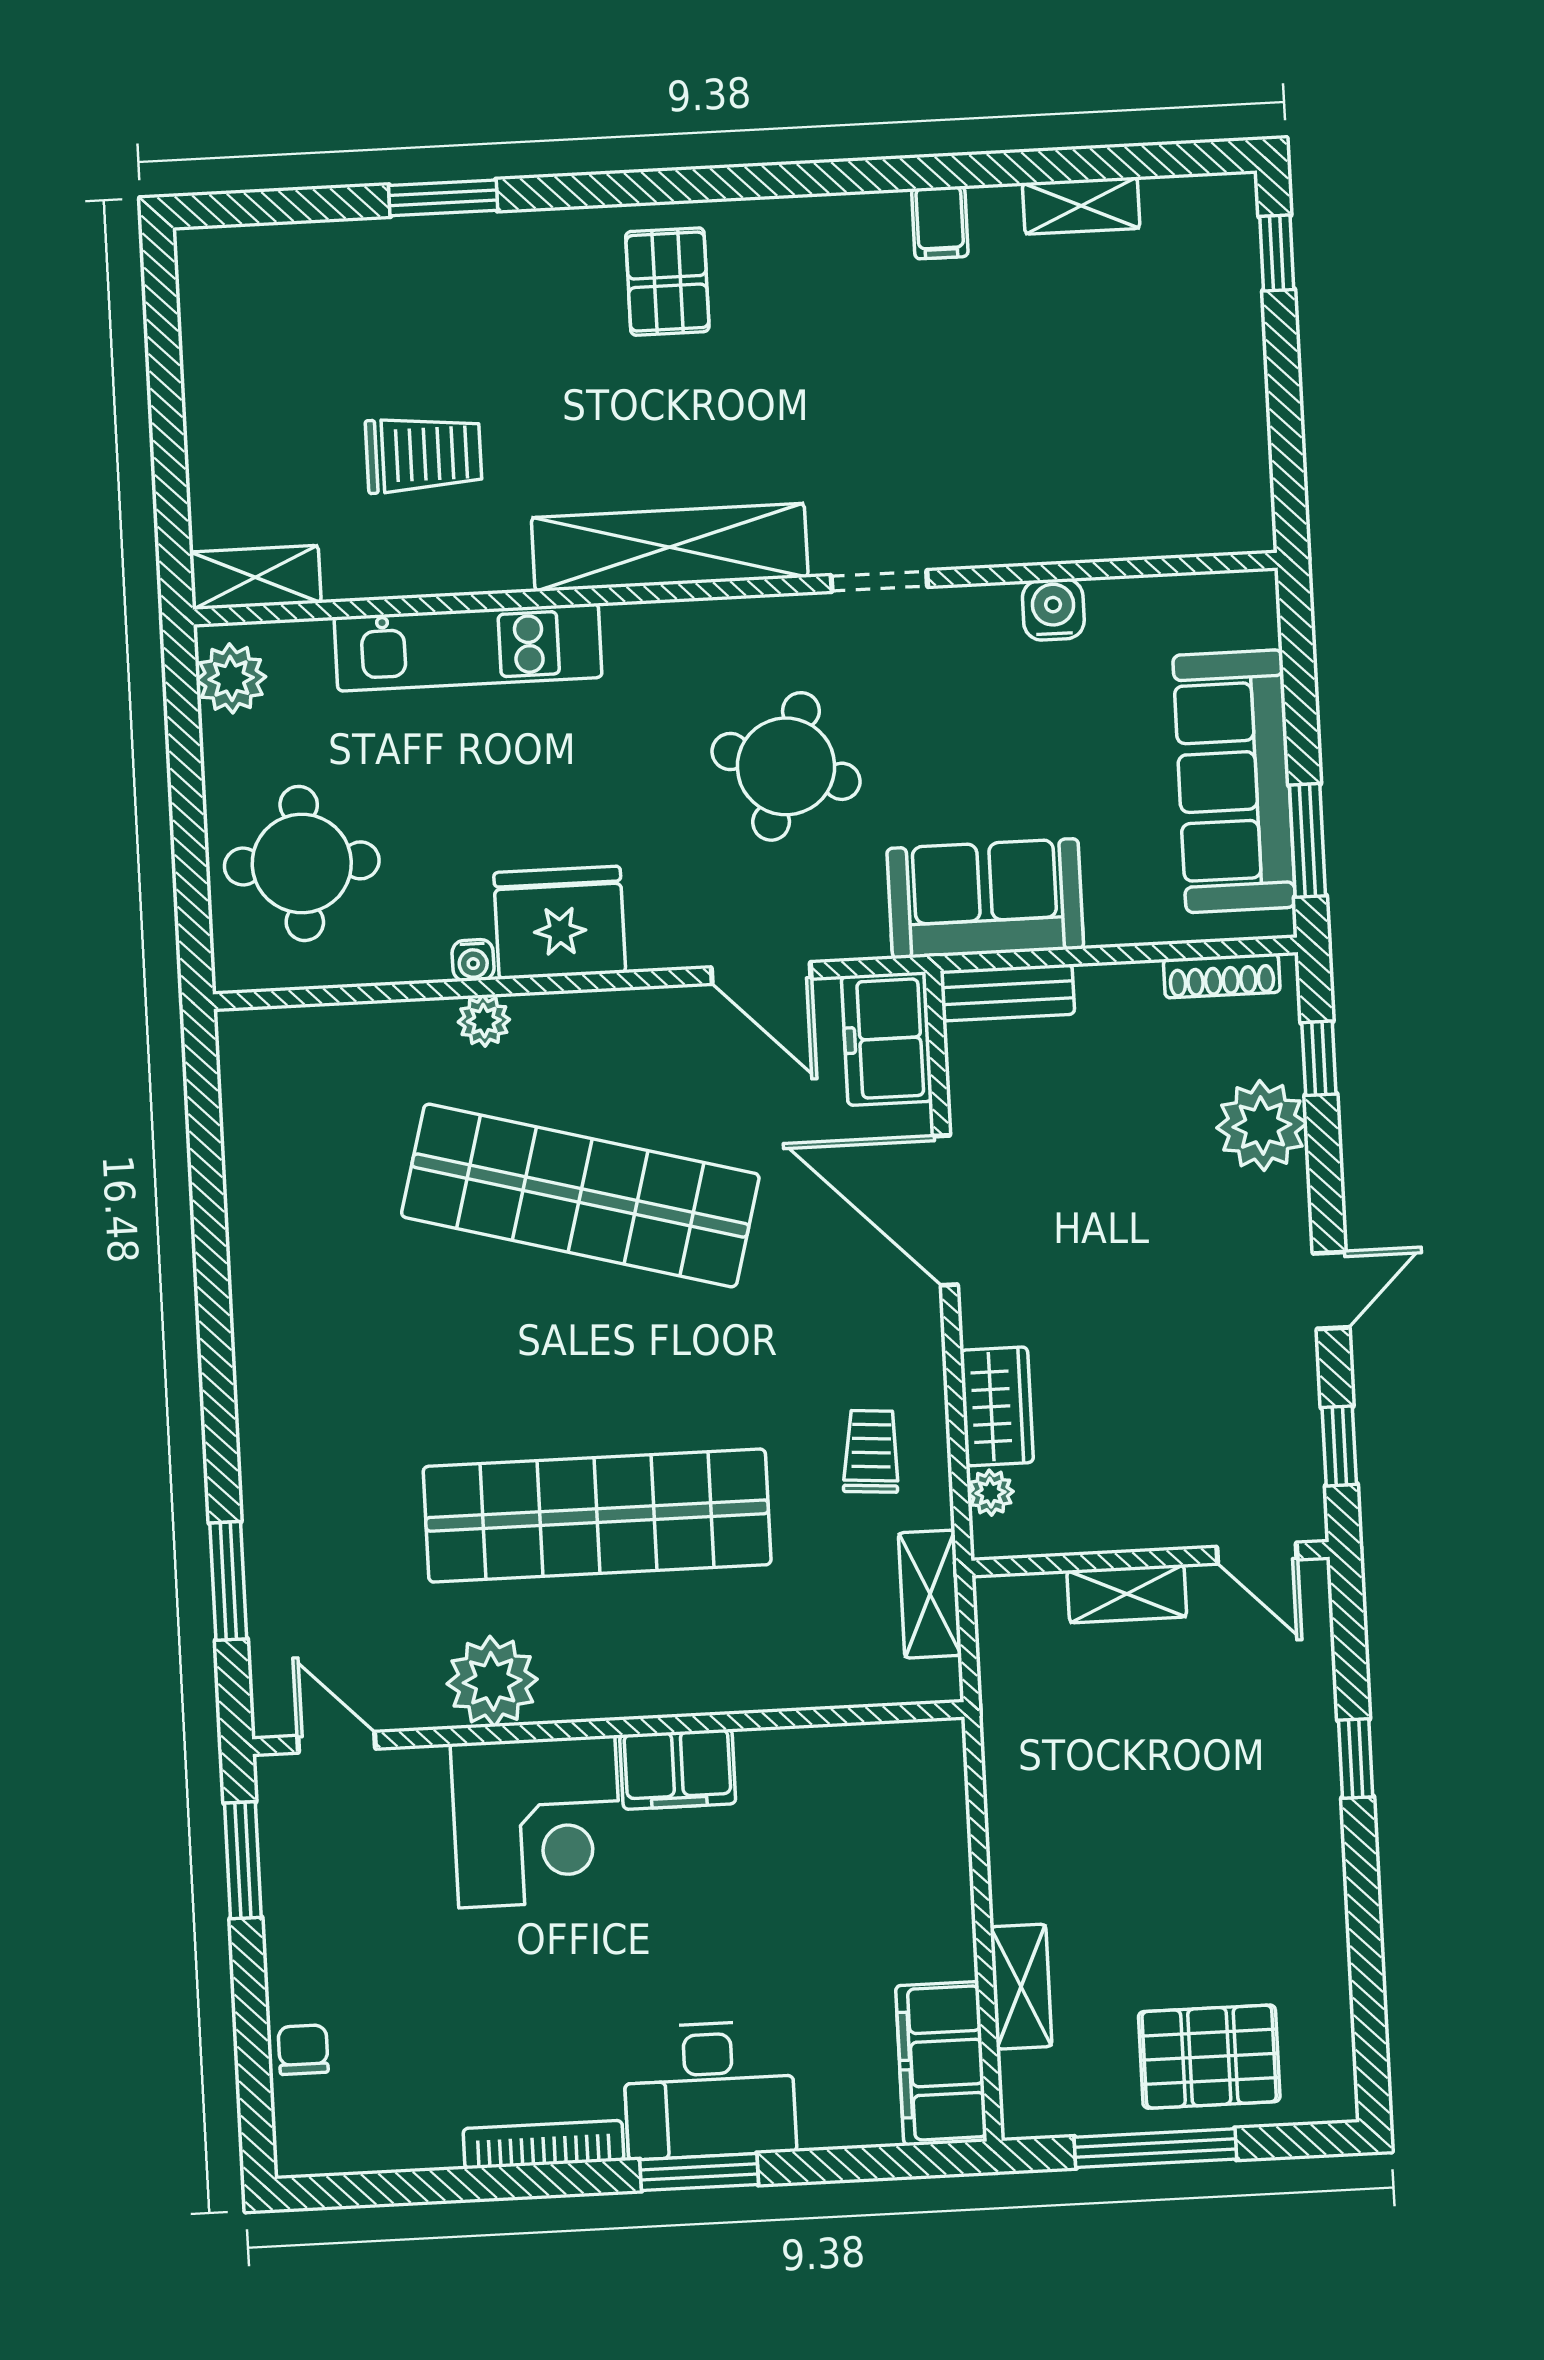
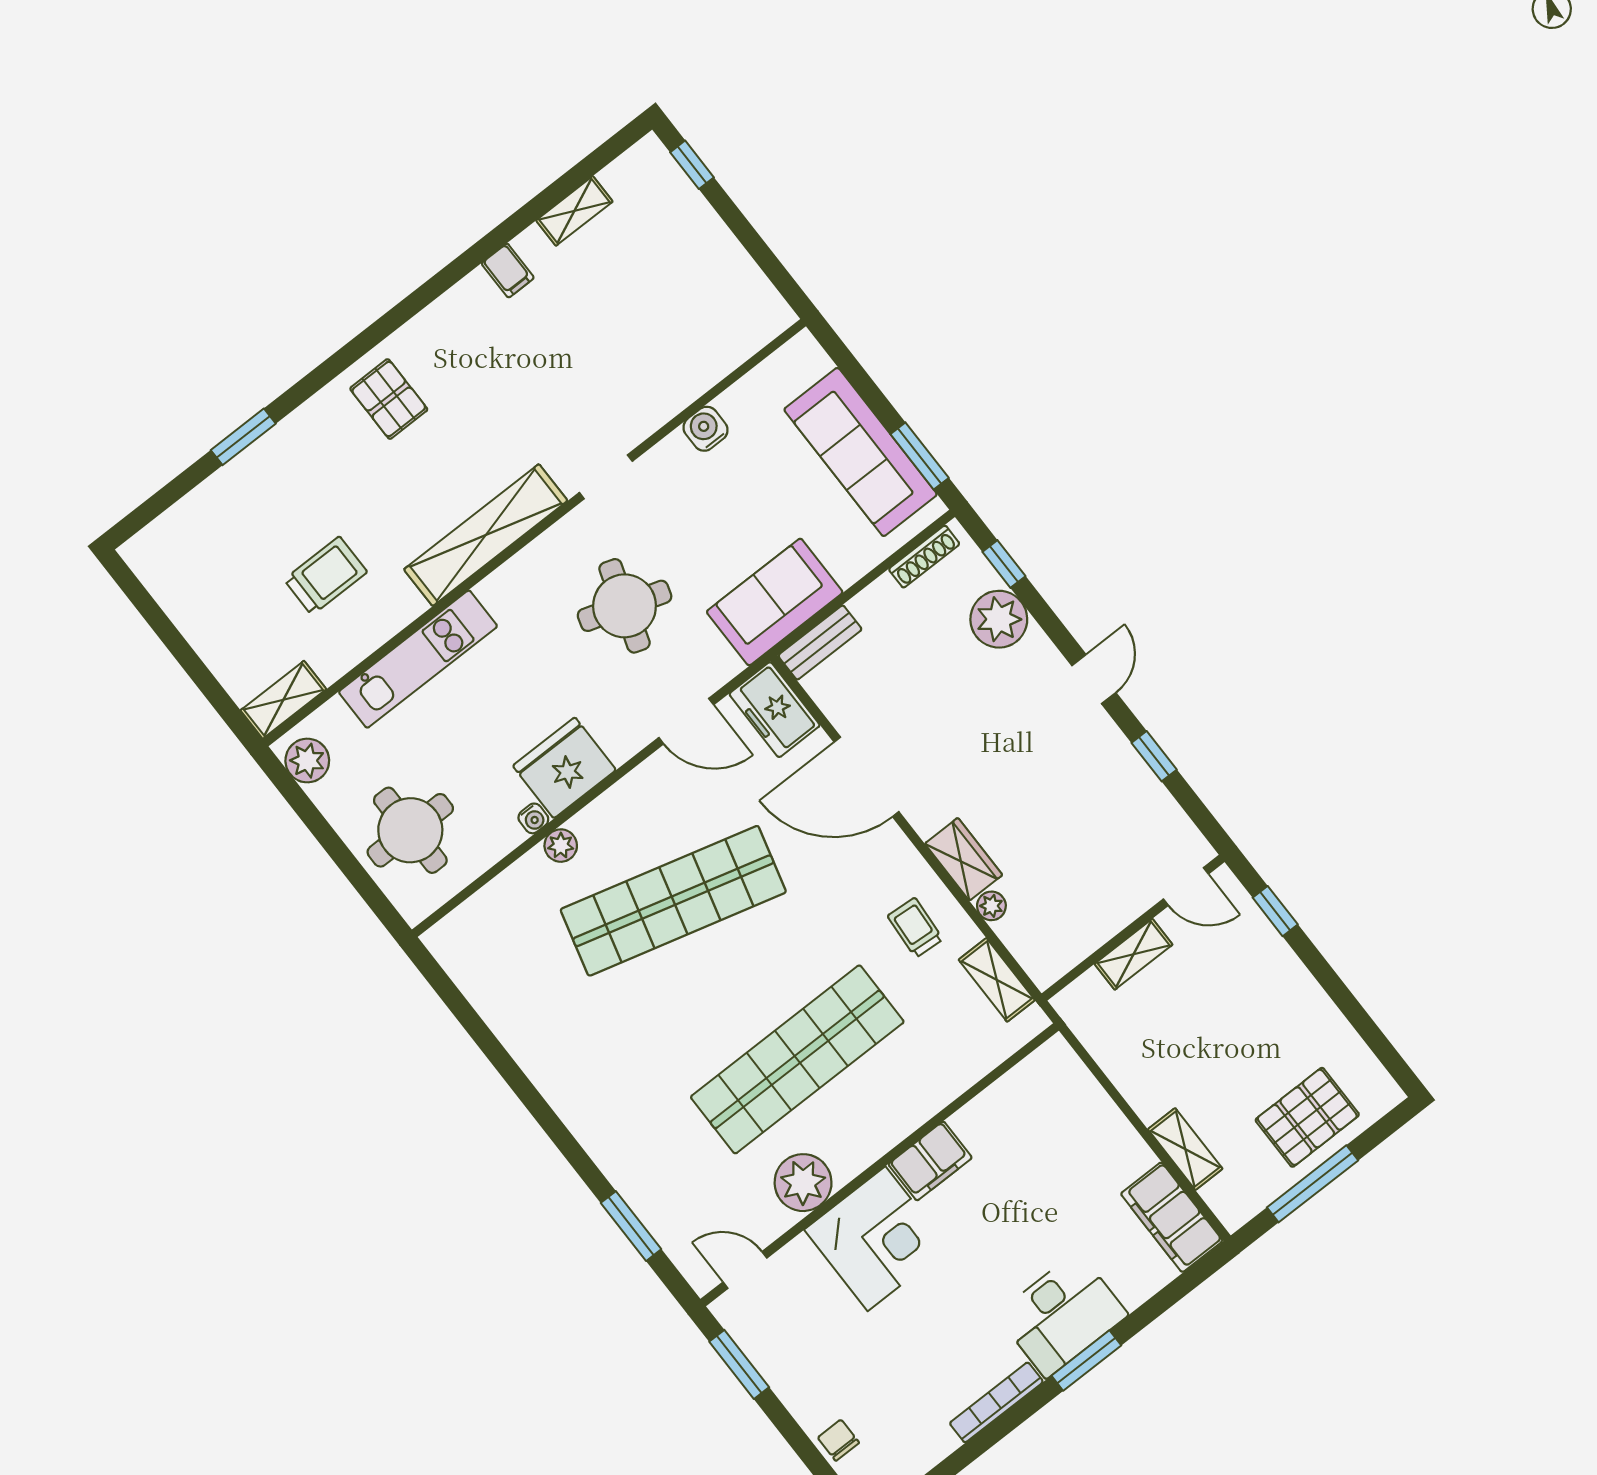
door: (1257, 1553) -> (1186, 886), moved
wall: (1150, 1559) -> (1133, 928), moved
shelving: (1127, 1594) -> (1134, 954), moved

